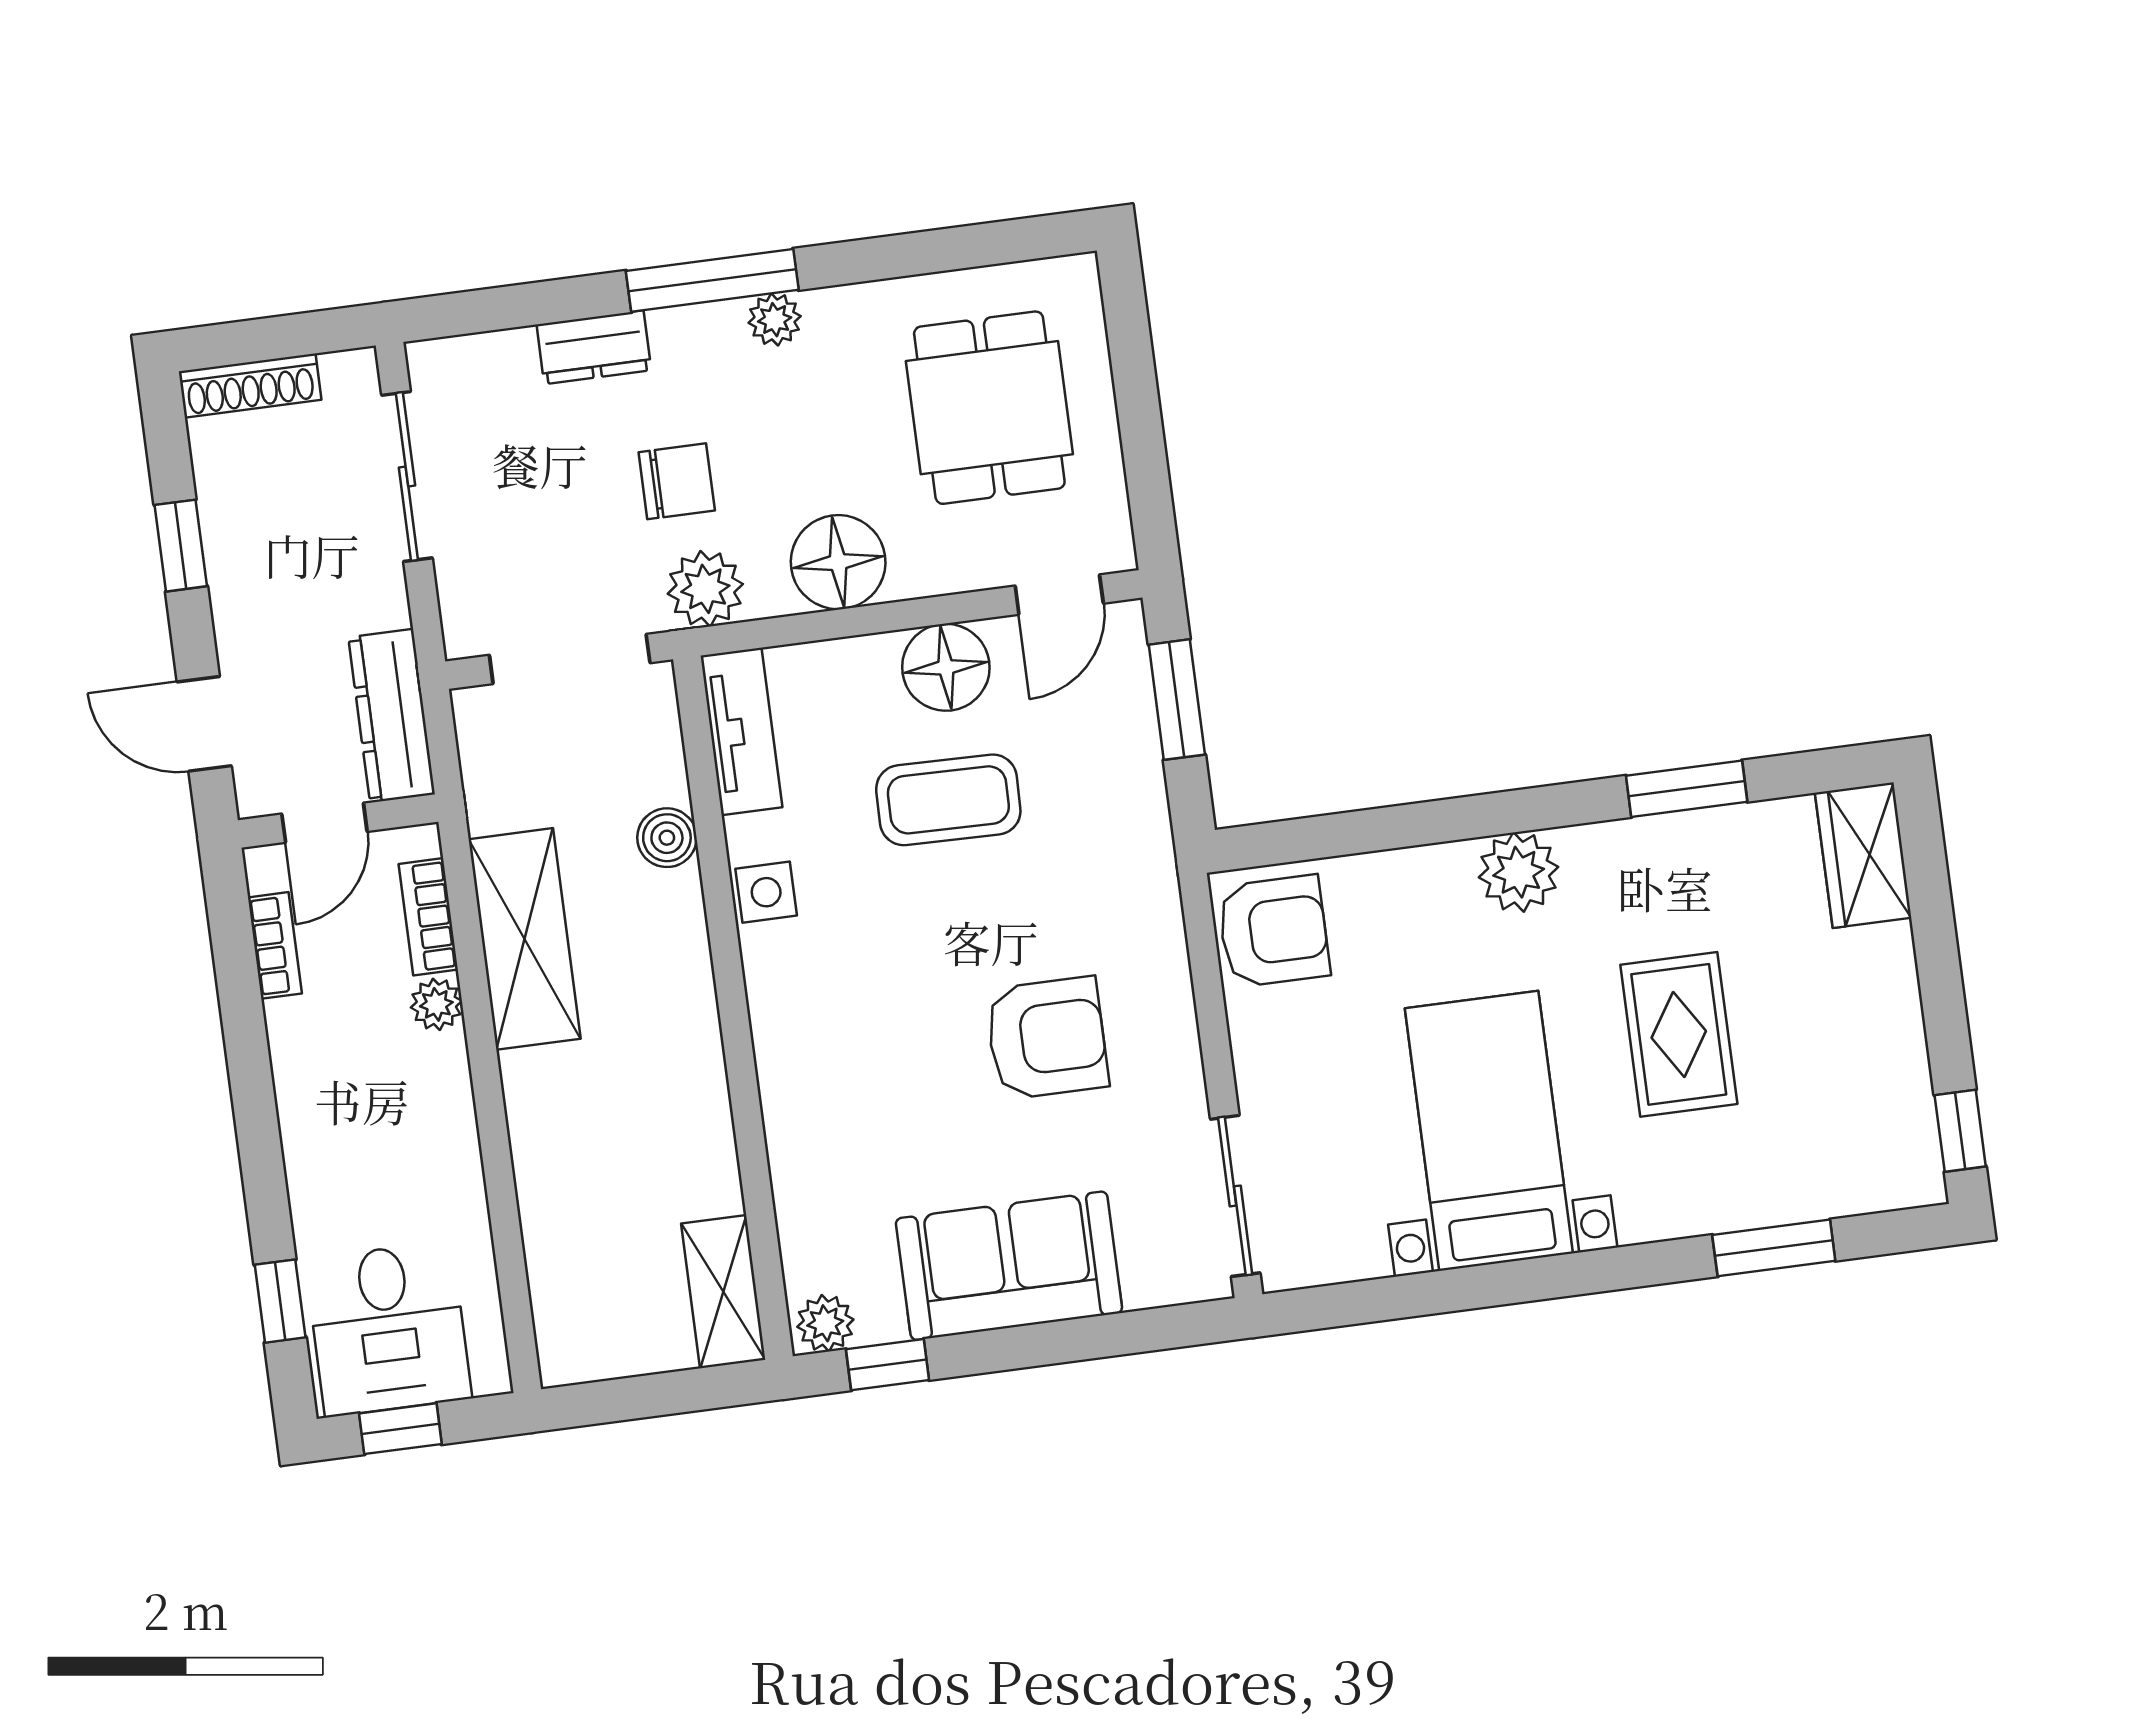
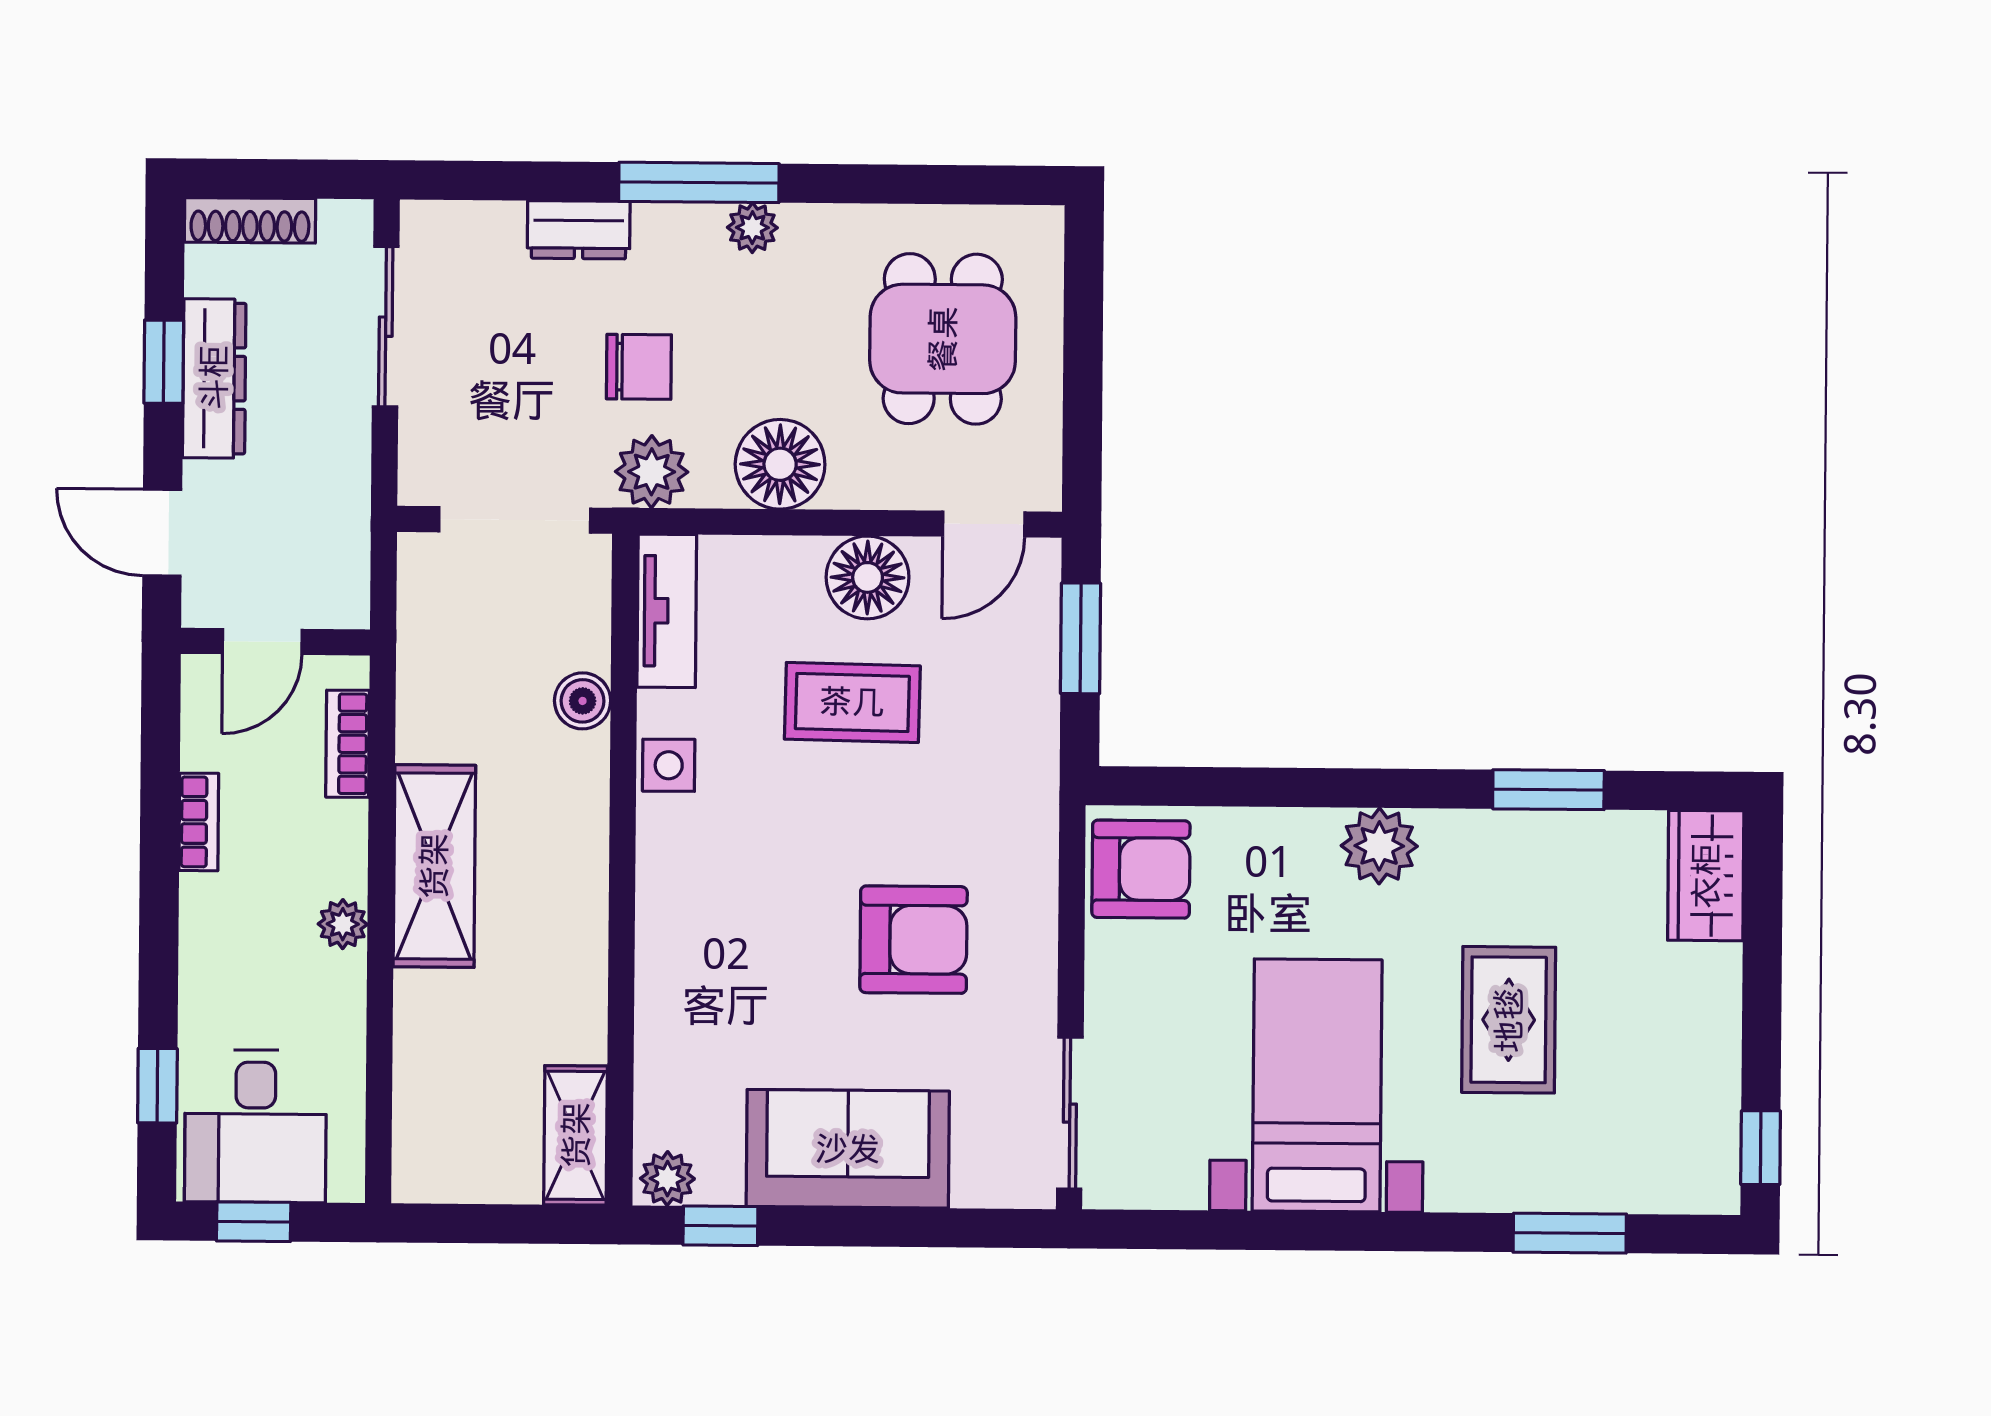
dresser: (392, 716) -> (214, 378), moved, turned 180
shelving: (525, 939) -> (434, 866), moved
bookcase: (275, 945) -> (199, 822), moved
plant: (436, 1004) -> (343, 924), moved

